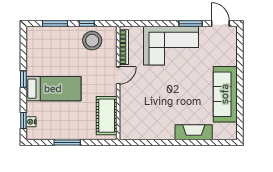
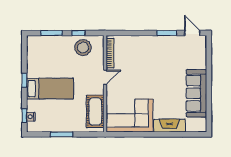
corner sofa: (171, 46) -> (130, 116), moved, turned 180

